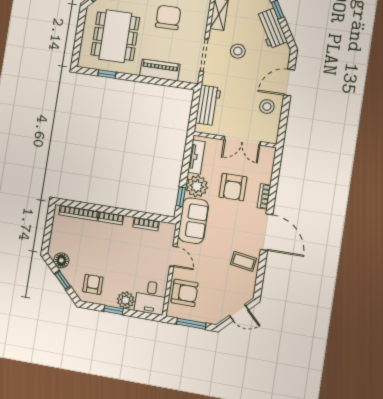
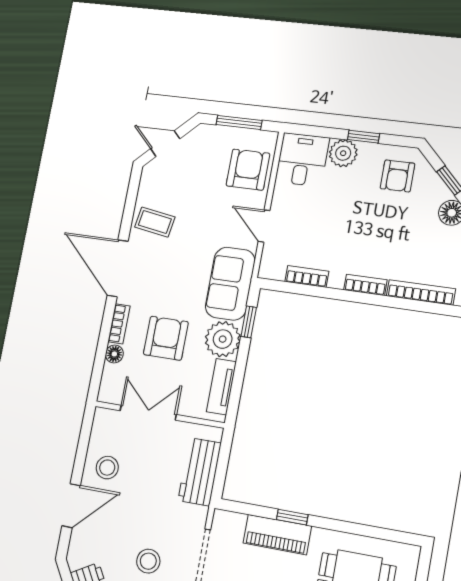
window: (107, 74) -> (292, 517), moved
floor lamp: (266, 177) -> (114, 354), added
armchair: (185, 293) -> (248, 170), turned 90

